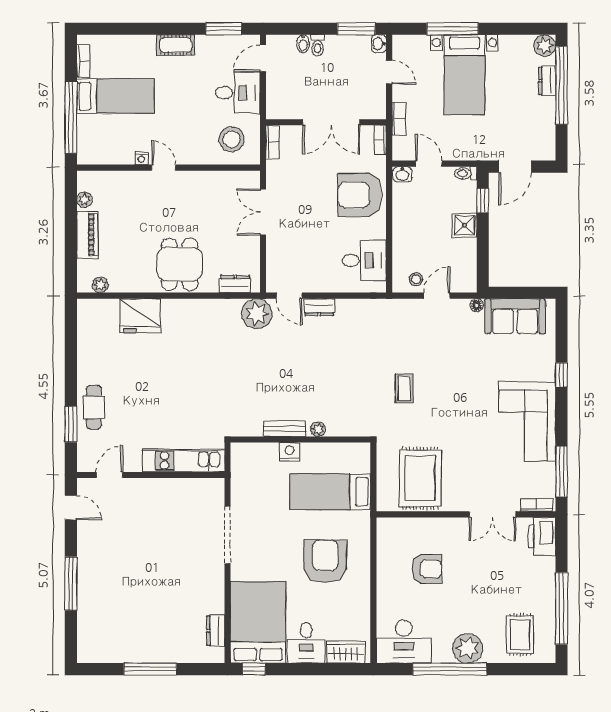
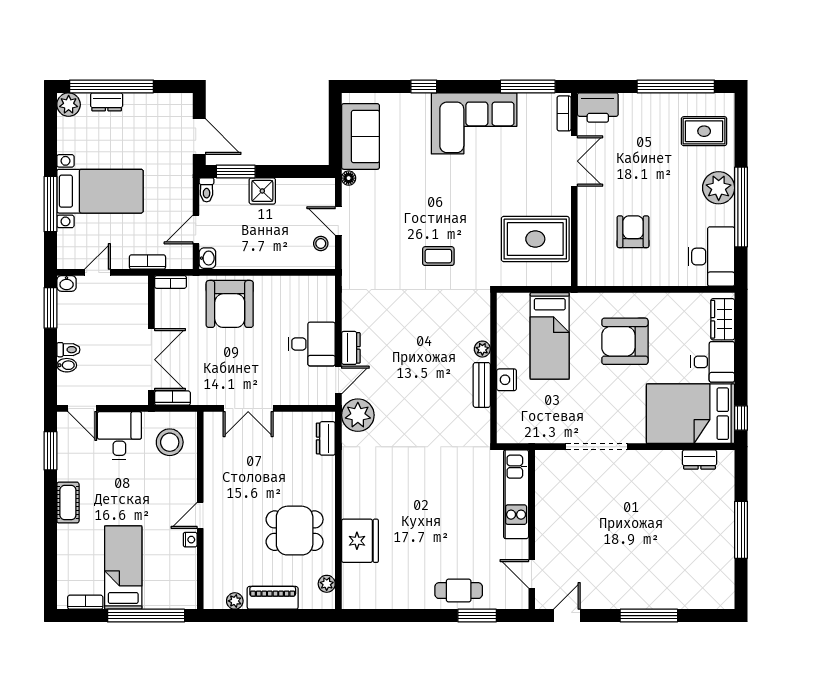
double door: (331, 122) -> (151, 360), moved
window: (483, 200) -> (236, 171), width x1.50
desk: (364, 260) -> (312, 344), moved, turned 90
dining table: (180, 264) -> (295, 531), moved

